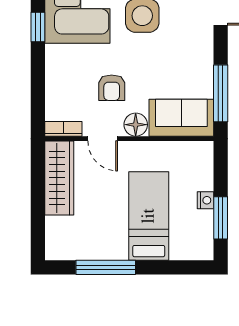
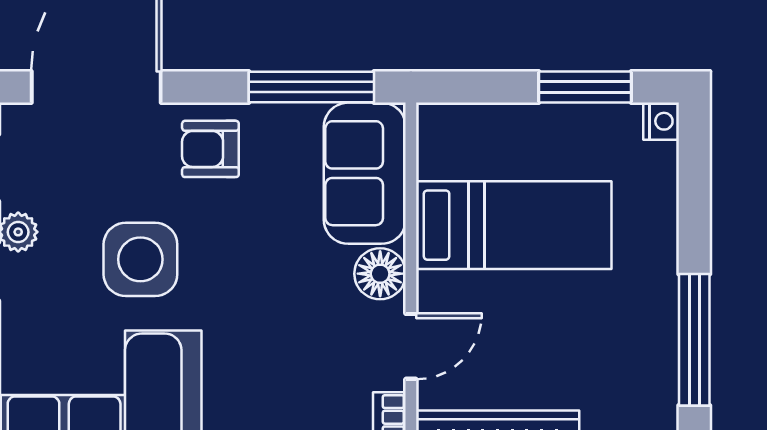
armchair: (112, 88) -> (210, 149), moved, turned 180
nightstand: (206, 200) -> (661, 121), moved, turned 90
bed: (149, 216) -> (514, 225), moved, turned 180

